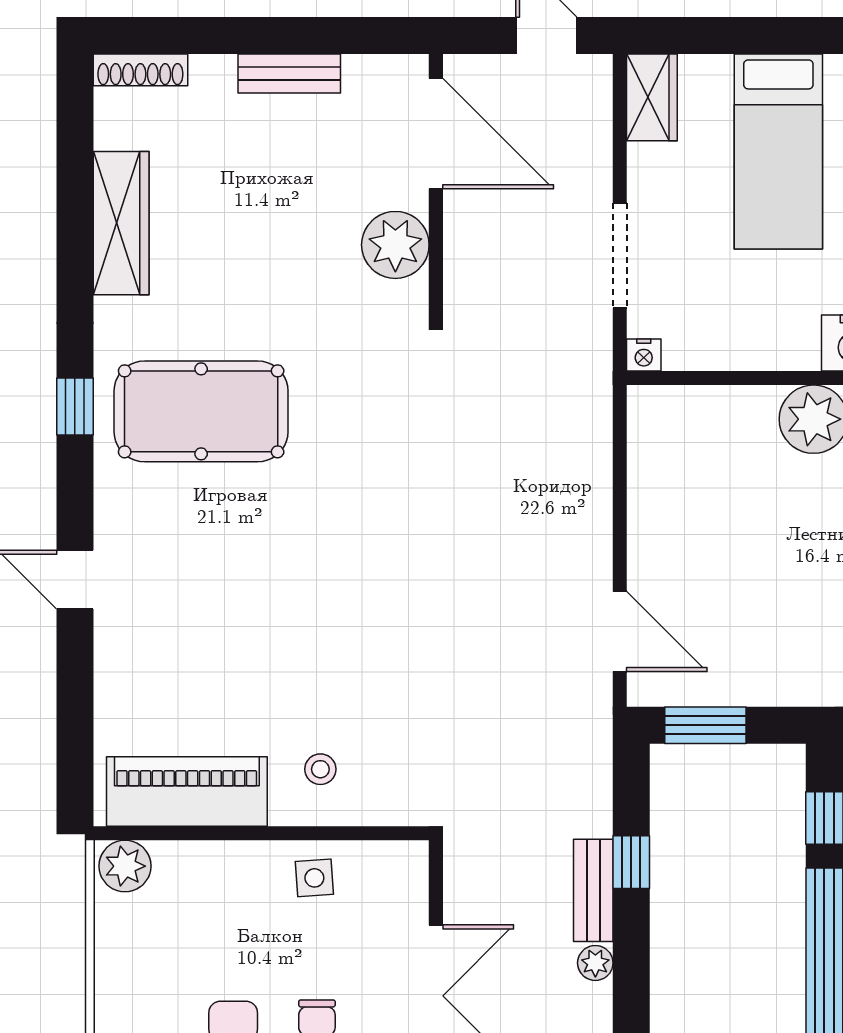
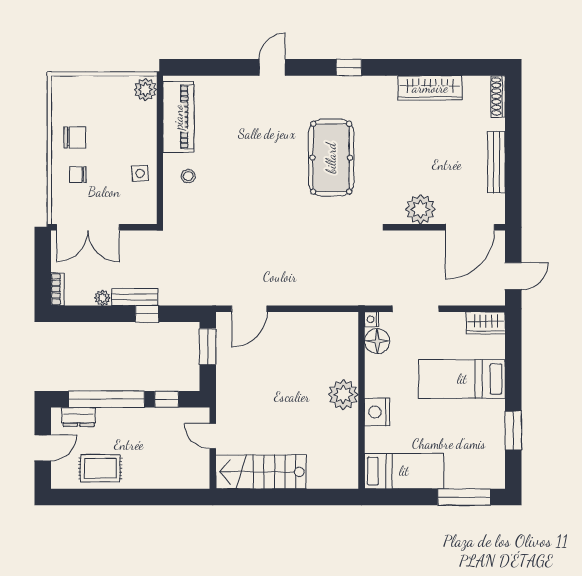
bench: (289, 73) -> (496, 162), width x1.36
floor lamp: (693, 343) -> (377, 341), added
pool table: (201, 411) -> (331, 158), moved

